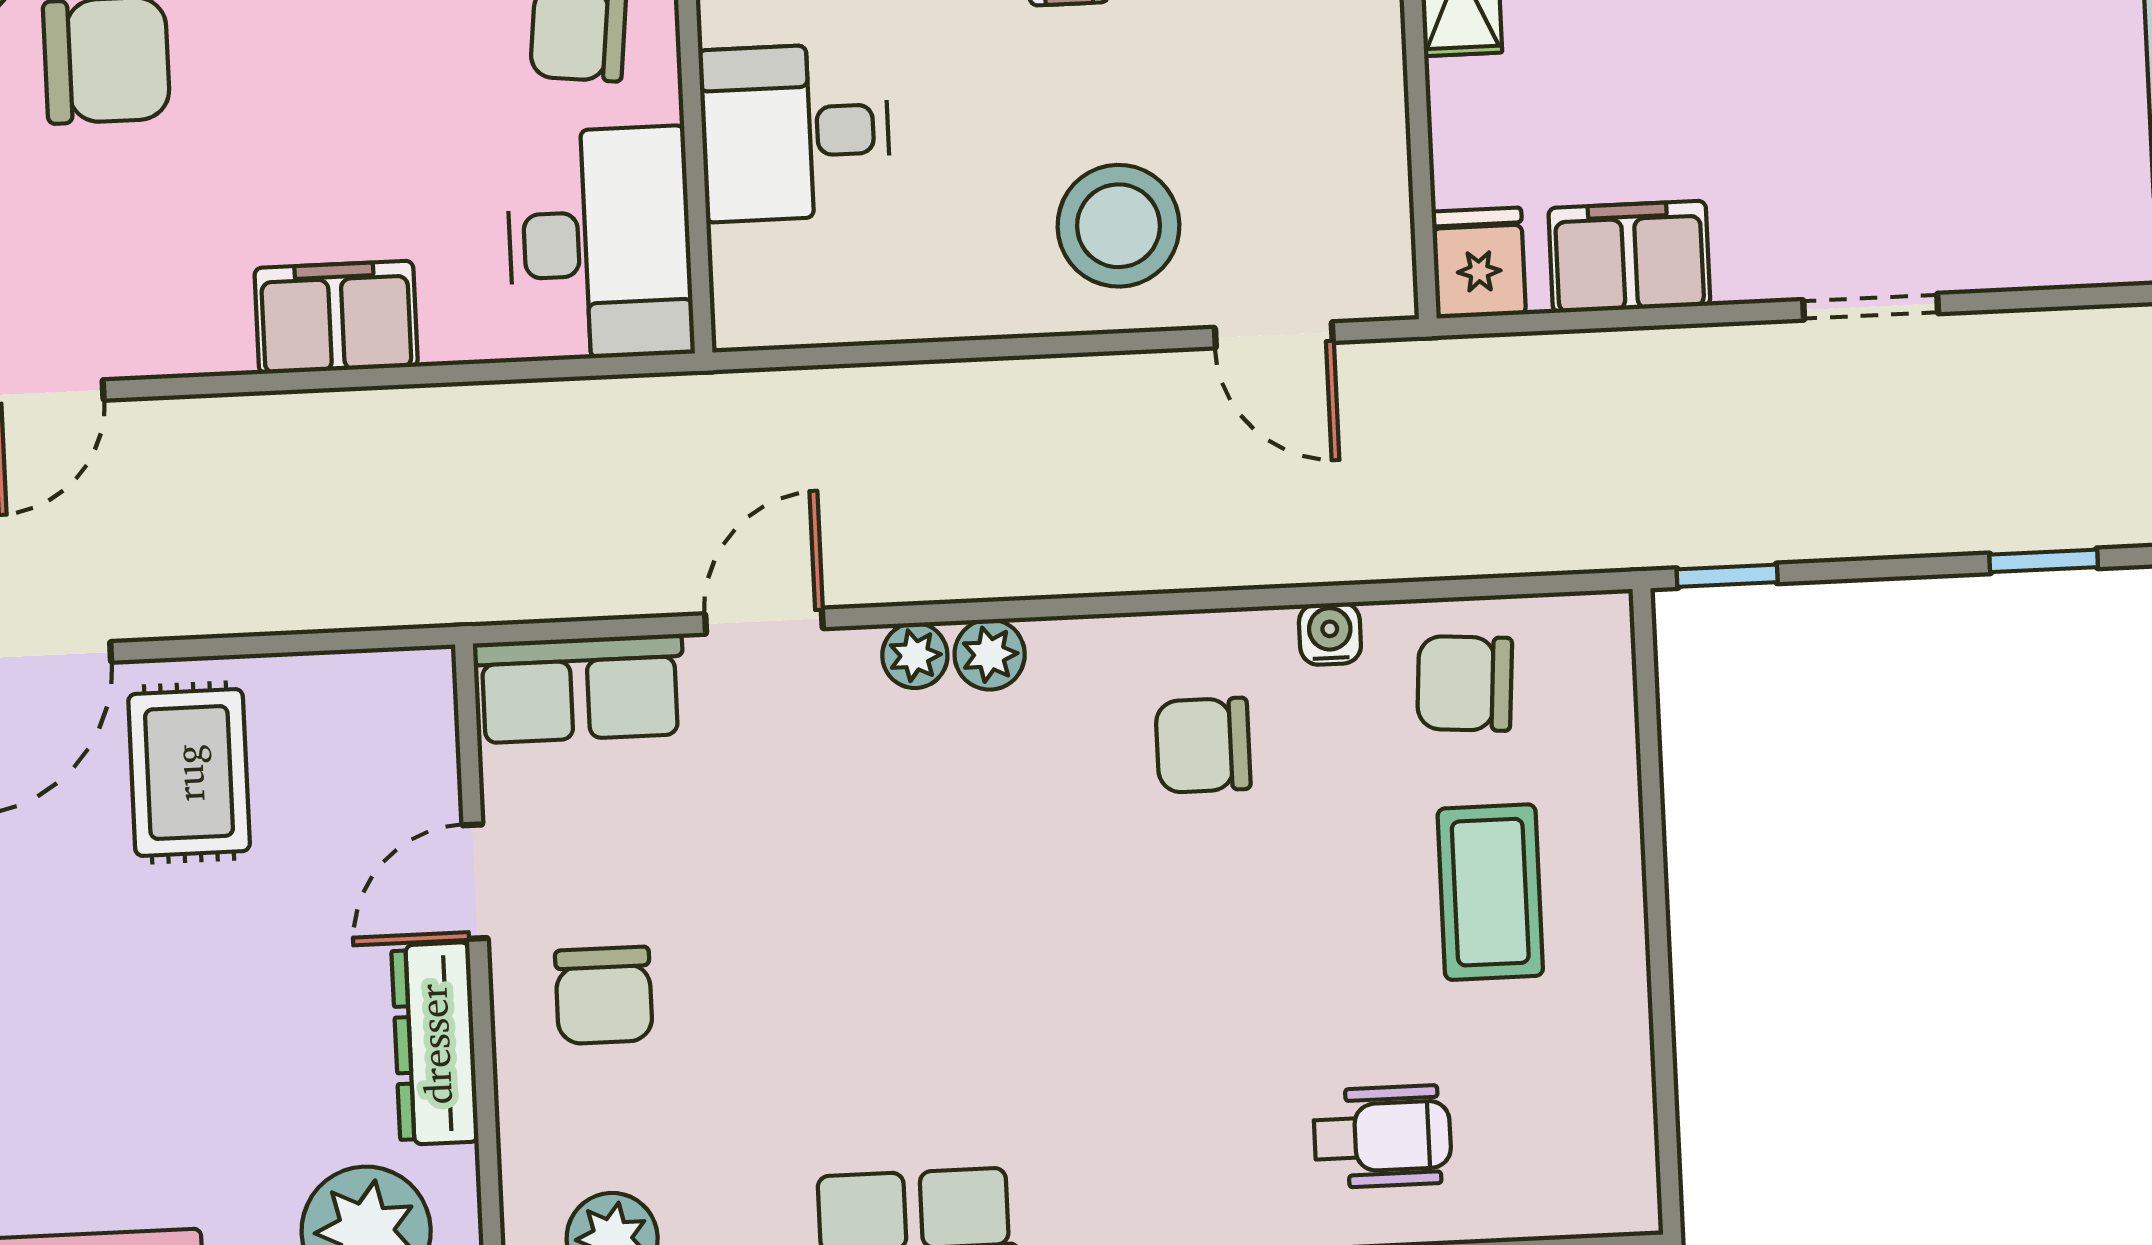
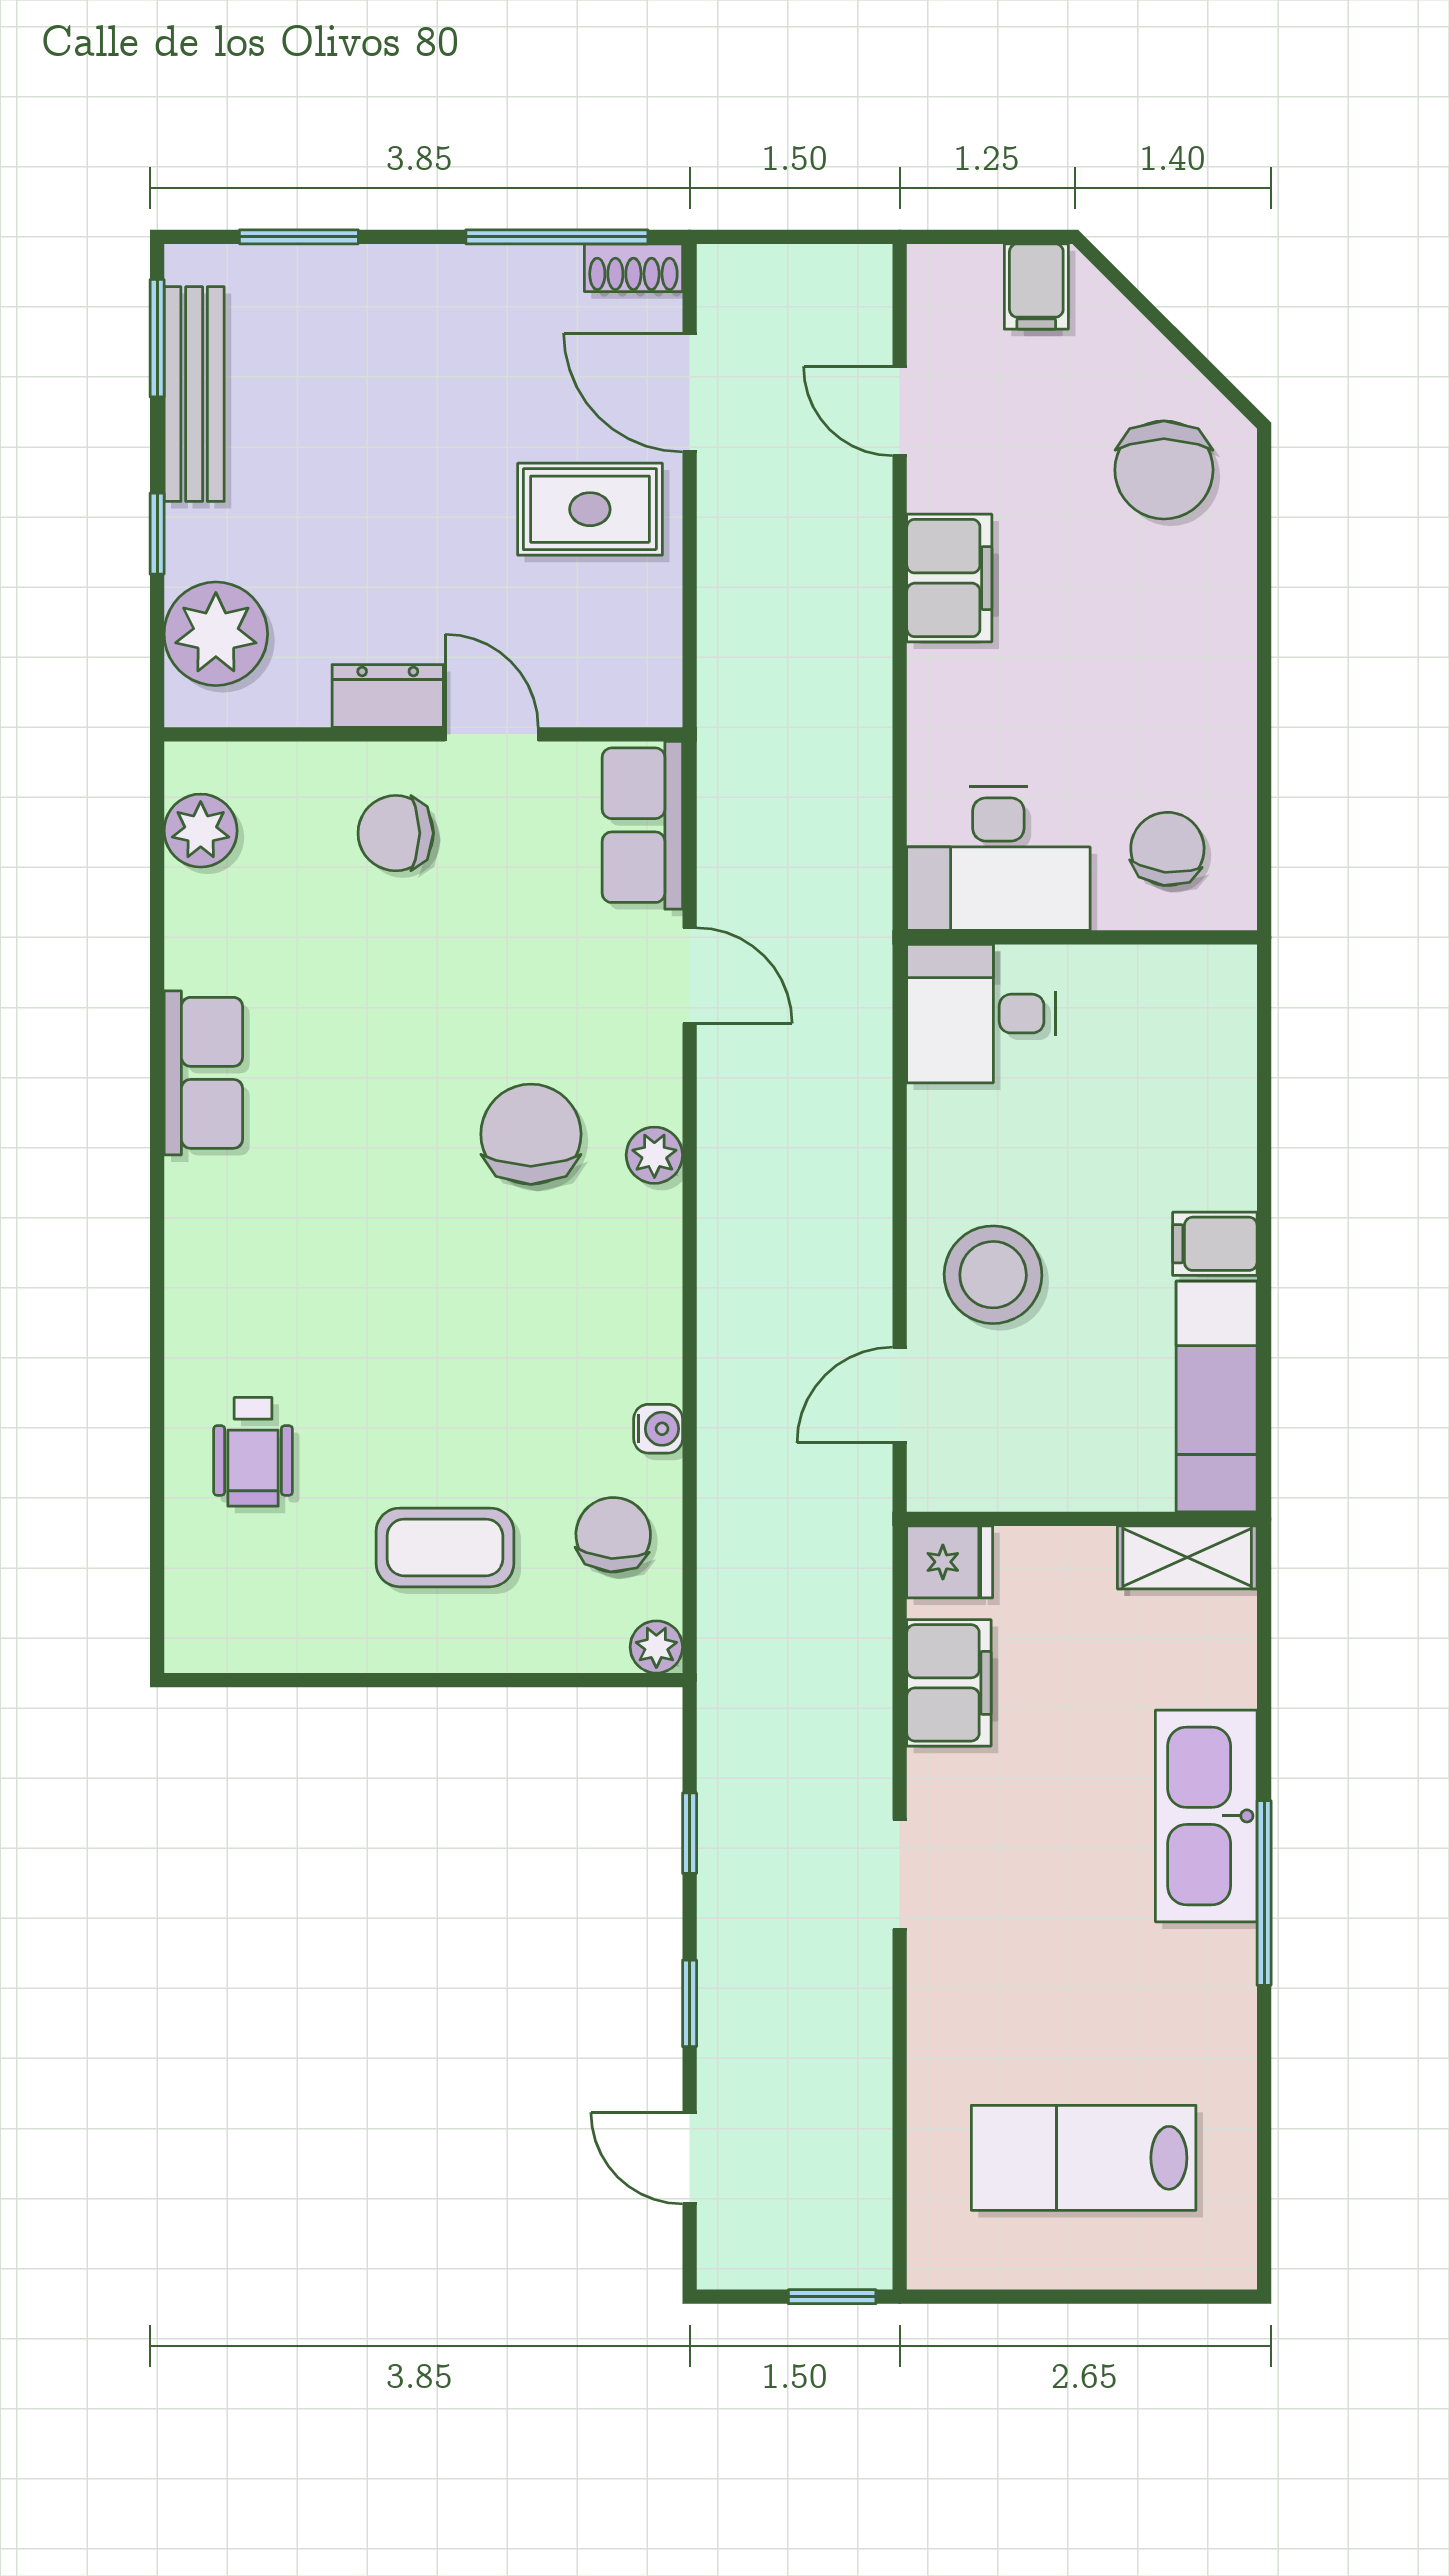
desk: (795, 132) -> (981, 1014), moved, turned -90
filing cabinet: (336, 317) -> (949, 578), moved
window: (1727, 576) -> (690, 1833), moved
plant: (915, 655) -> (656, 1647), moved
chair: (1203, 745) -> (531, 1134), moved, width x1.37, depth x1.37
dresser: (435, 1044) -> (388, 696), width x0.70

